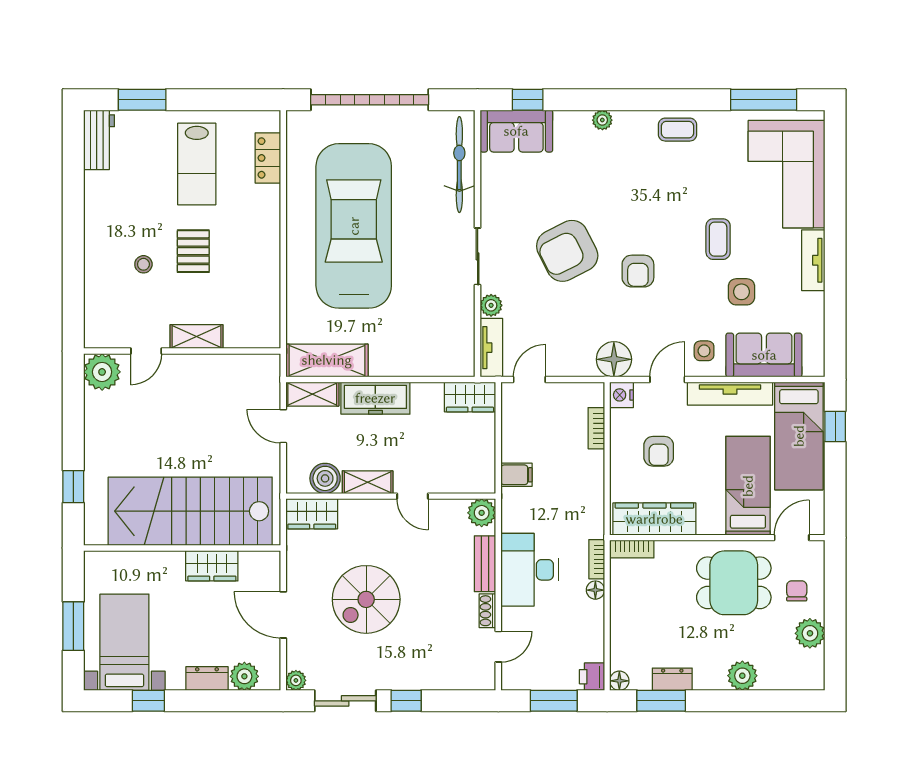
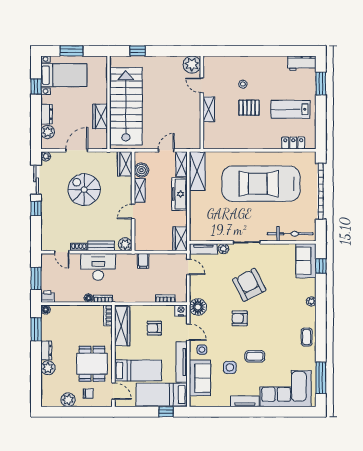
car: (354, 226) -> (261, 184), turned 180
dresser: (672, 679) -> (46, 350), moved

